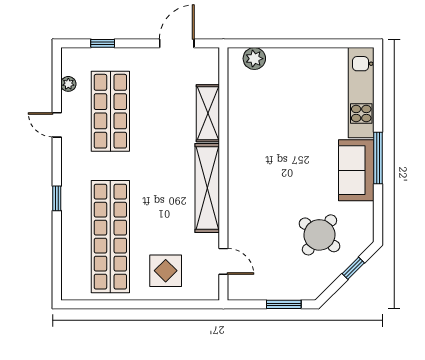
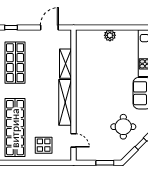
plant: (254, 59) -> (110, 35), moved
round table: (319, 235) -> (123, 127), turned -38

